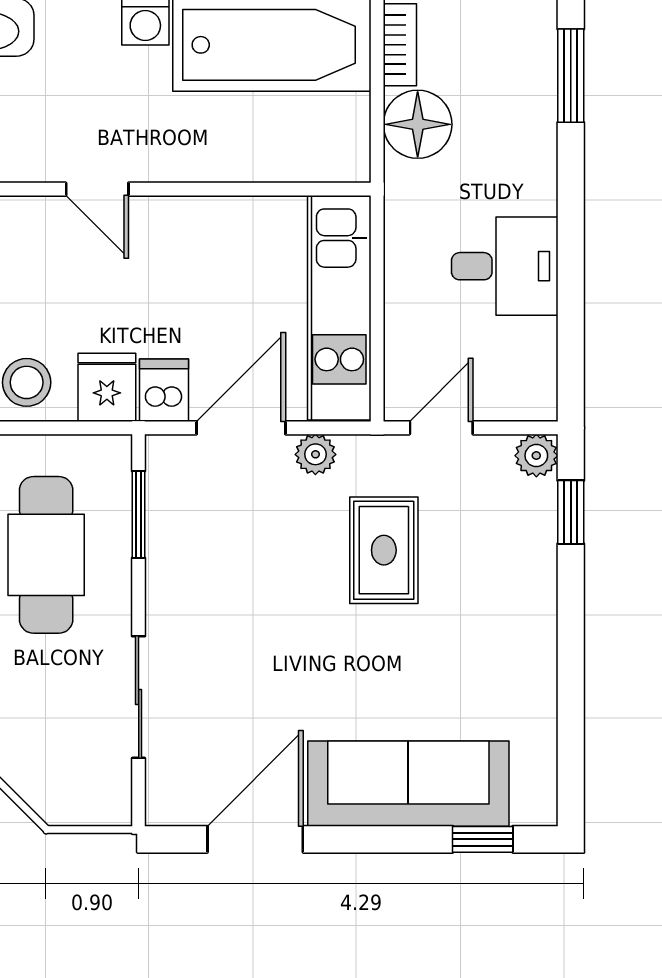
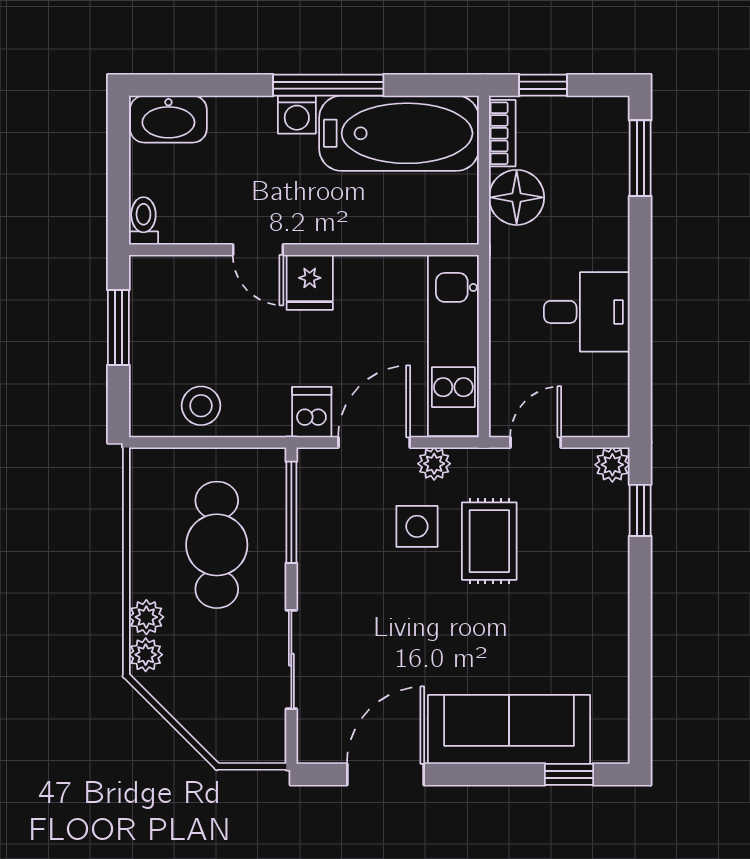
fridge: (107, 387) -> (310, 282), moved, turned 180
window: (139, 514) -> (291, 512), width x1.44
side table: (294, 532) -> (417, 526), added

